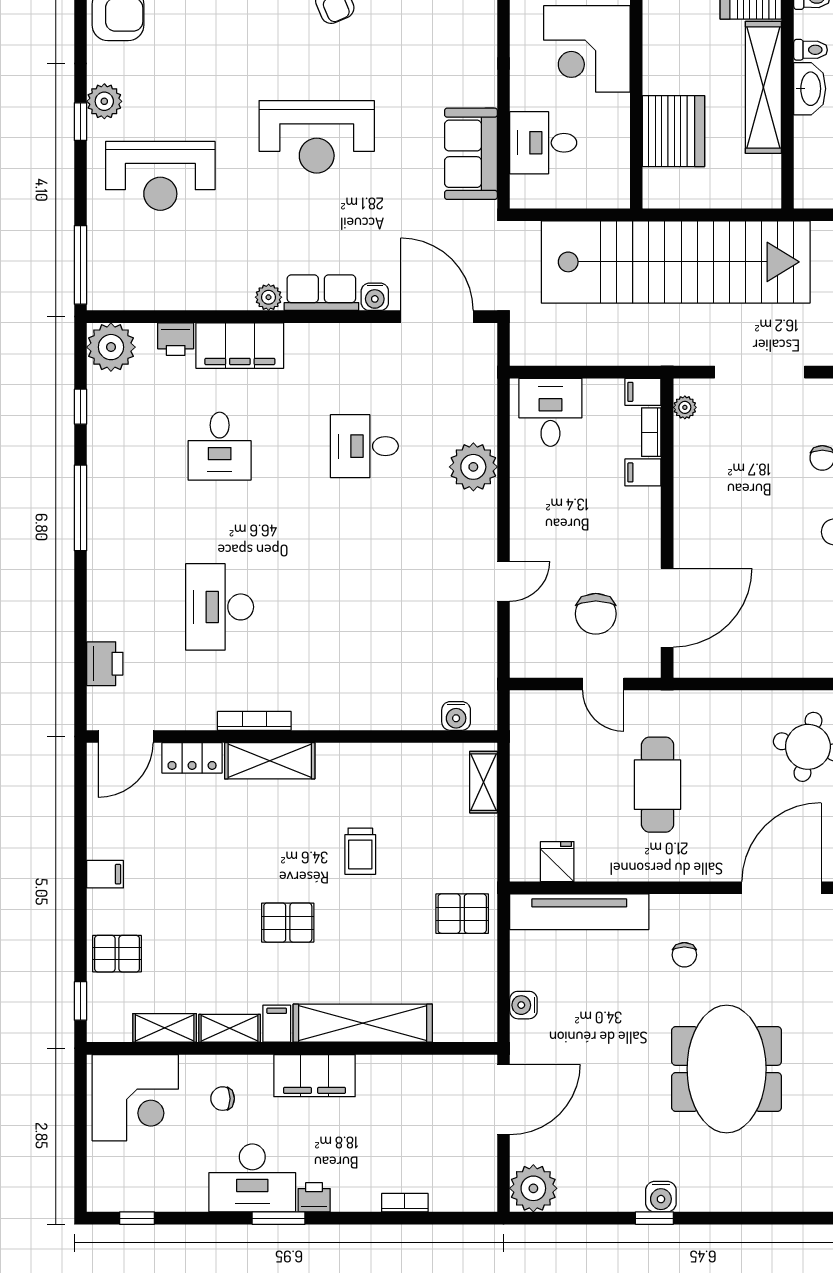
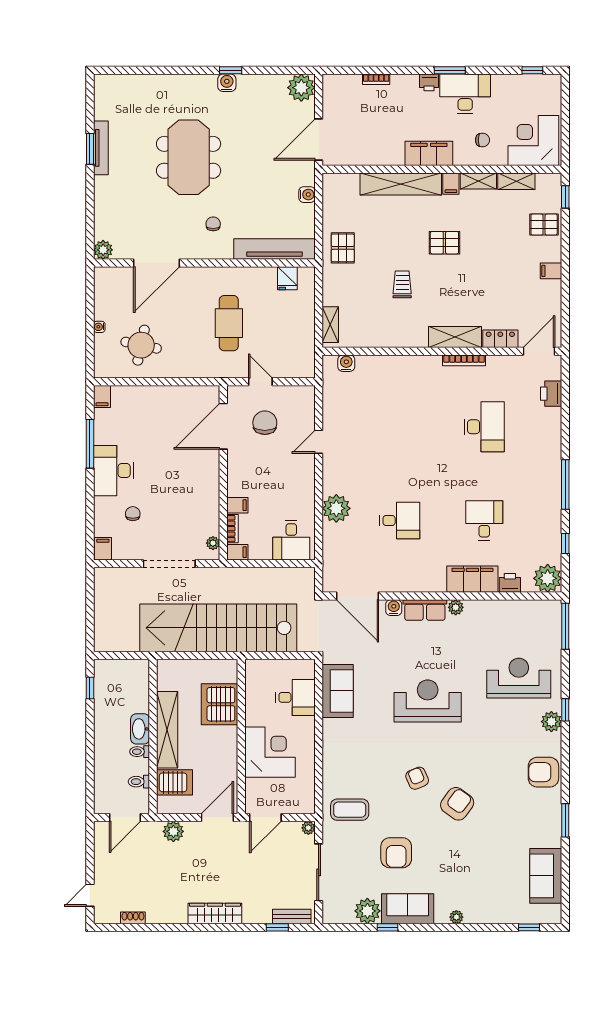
pallet: (462, 914) -> (343, 248), turned 90

